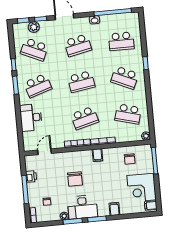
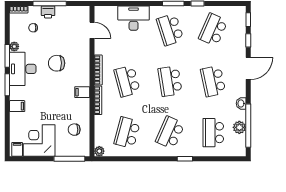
plant: (34, 27) -> (239, 127), moved
printer: (31, 176) -> (48, 12), moved

